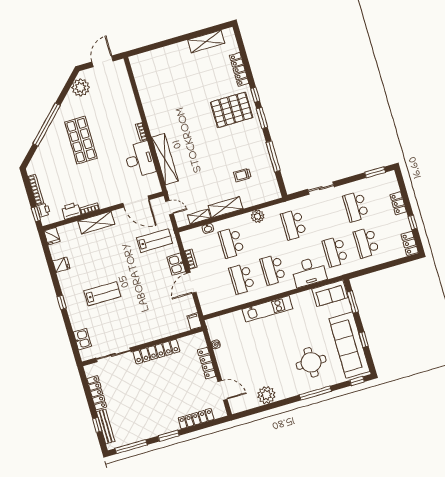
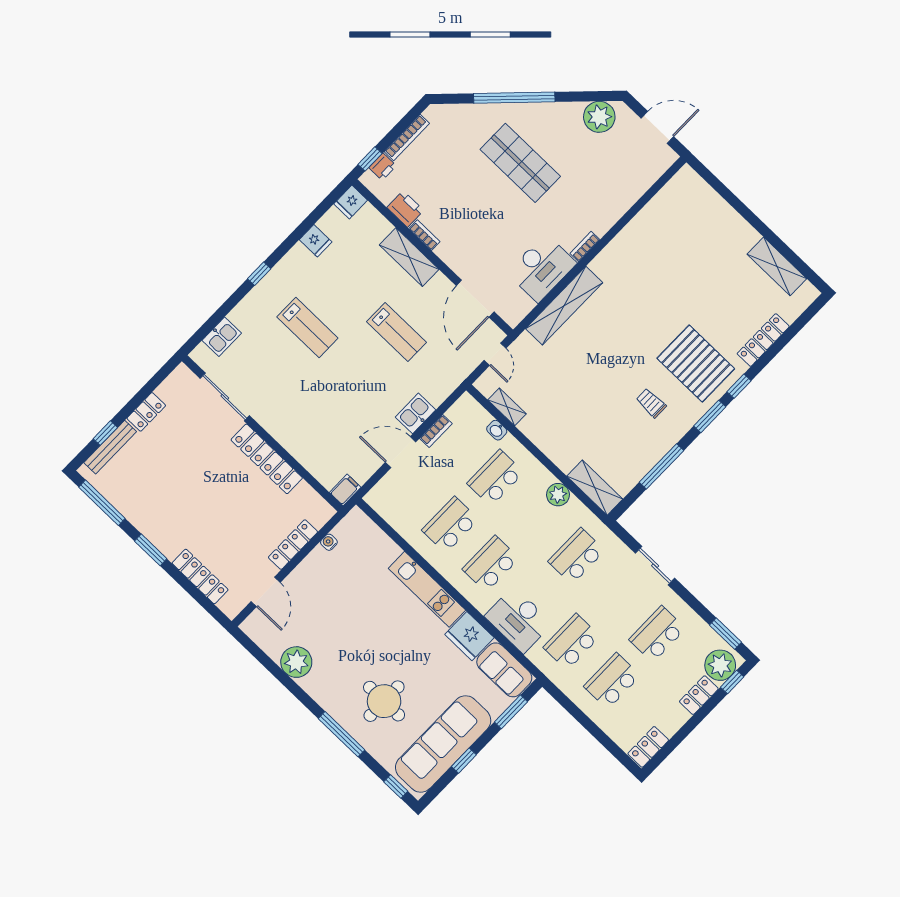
shop shelf: (81, 140) -> (520, 163), turned 90
trolley: (242, 175) -> (651, 403), moved
plant: (389, 184) -> (720, 665), added
shelving: (226, 207) -> (595, 488), moved
window: (413, 222) -> (732, 682), moved
lab bench: (155, 241) -> (396, 332), moved
fridge: (303, 301) -> (469, 636), added
locker: (97, 393) -> (146, 412), width x0.66

